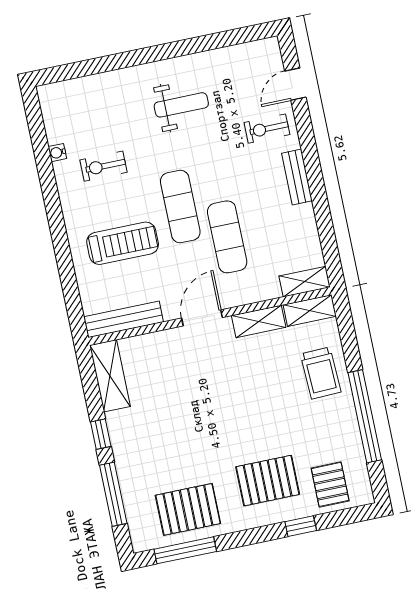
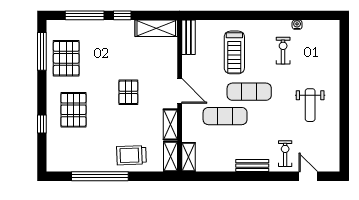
bench: (124, 319) -> (188, 37), width x0.73
pallet: (330, 484) -> (128, 92), moved, turned 90

